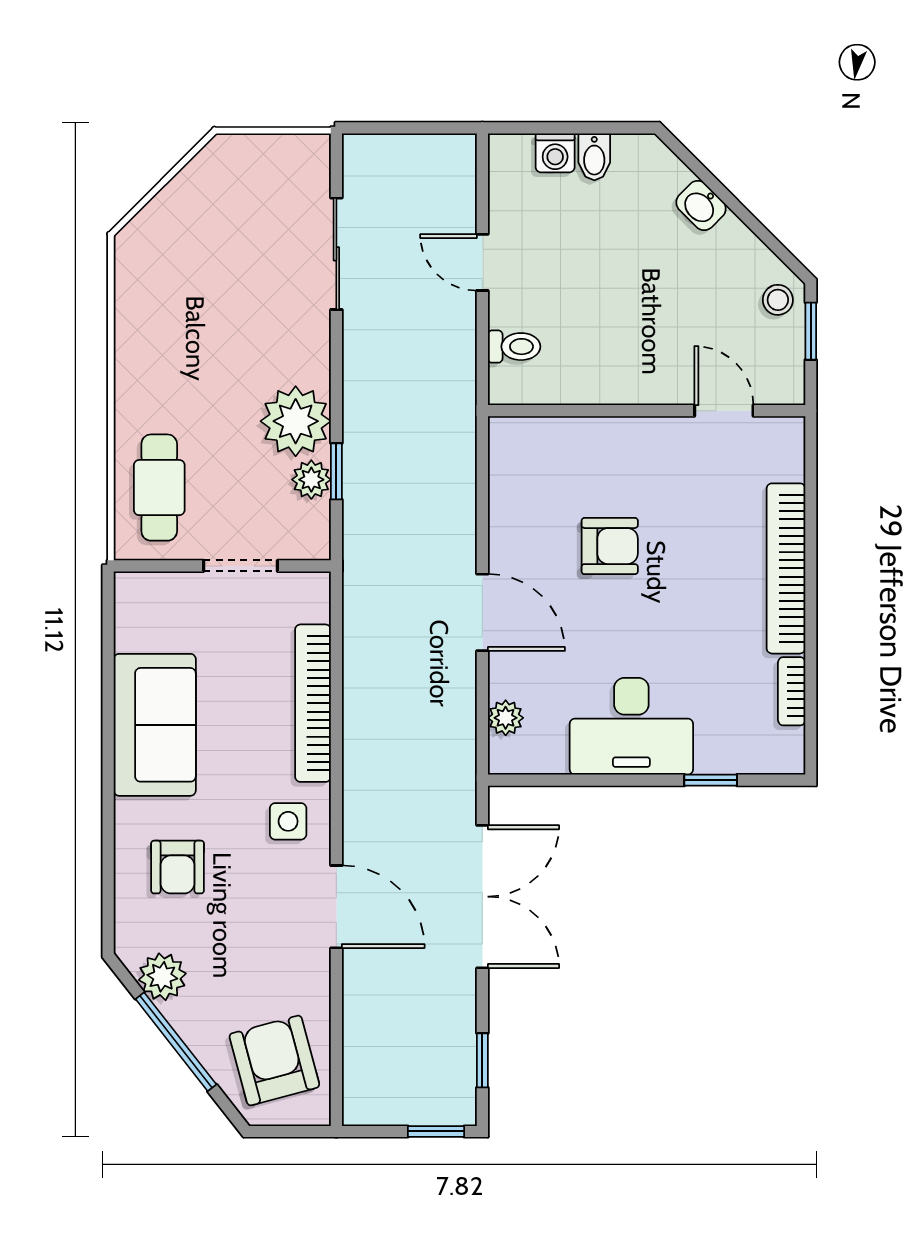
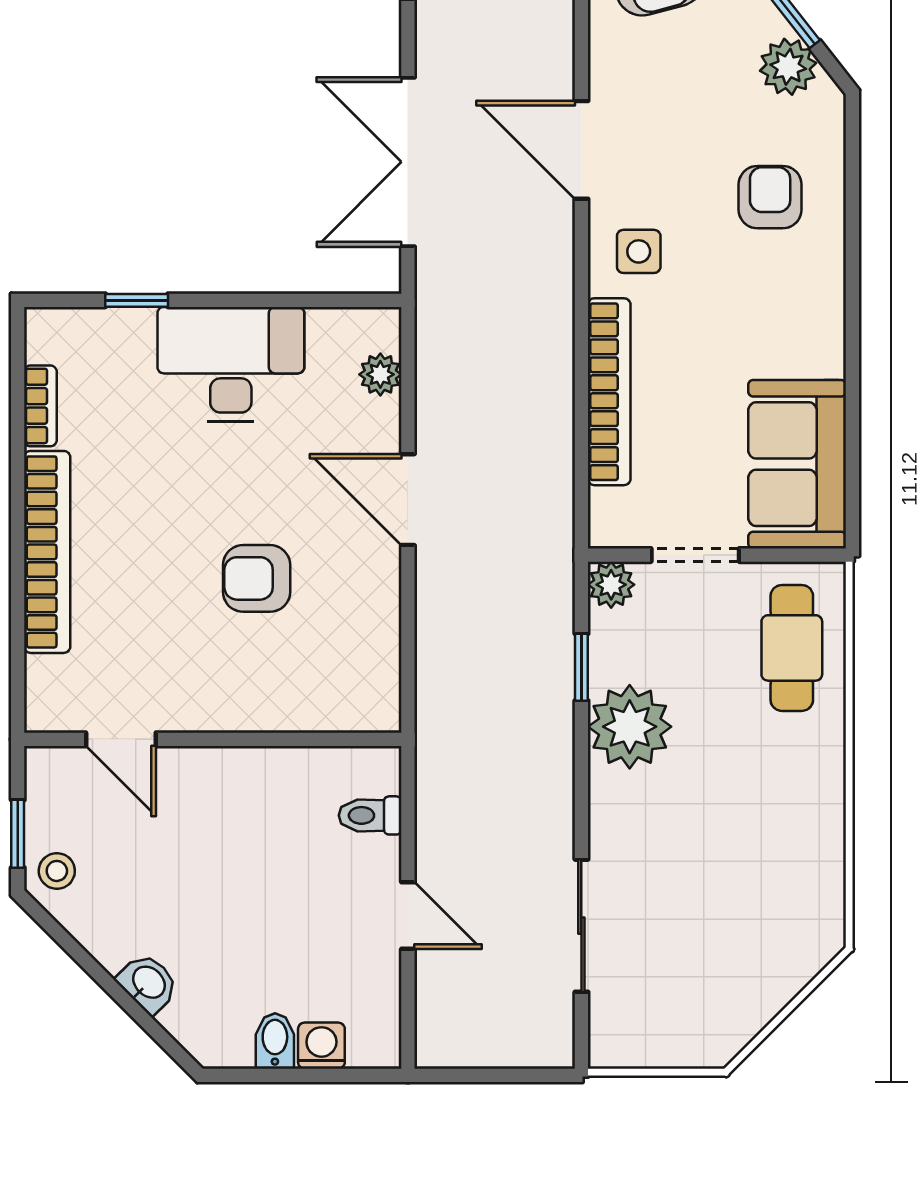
plant: (311, 480) -> (611, 585), moved
sofa: (155, 725) -> (797, 464), moved

